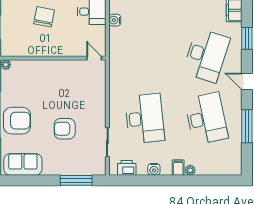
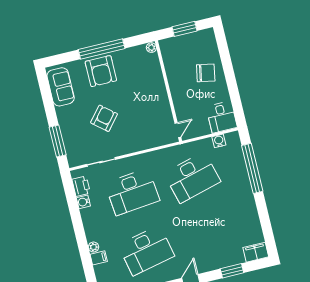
desk: (206, 55) -> (192, 177), moved, turned -33
armchair: (65, 129) -> (104, 118), turned 40
filing cabinet: (178, 168) -> (99, 258), moved
water cooler: (154, 169) -> (83, 202), moved

